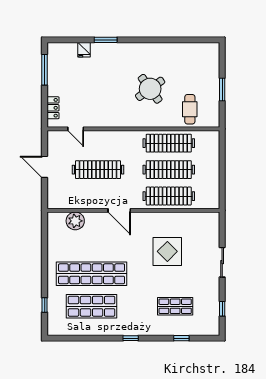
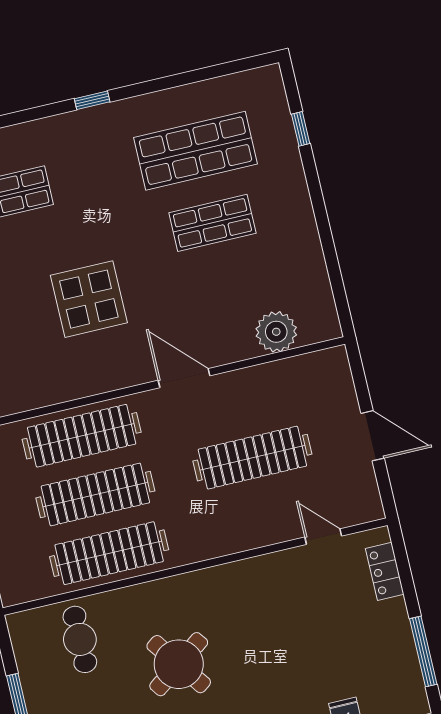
display table: (167, 251) -> (89, 299), moved
shop shelf: (92, 274) -> (212, 223), width x0.50, depth x0.74

